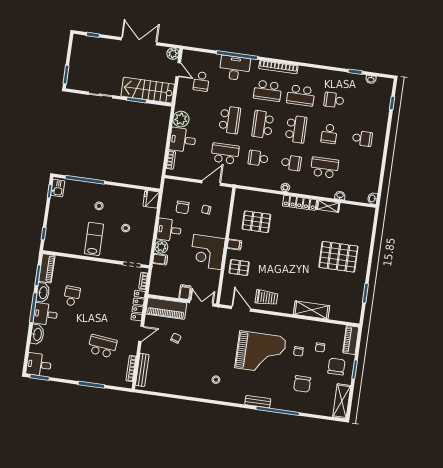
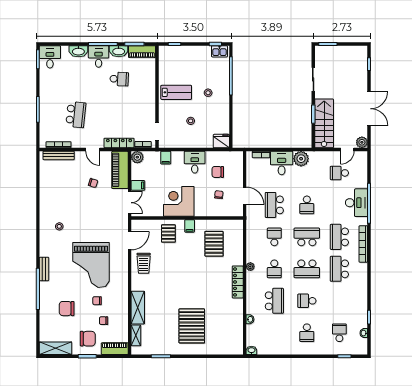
school desk: (334, 100) -> (339, 333), moved
school desk: (230, 120) -> (307, 205), width x0.54
school desk: (225, 154) -> (274, 205), turned 180
shelving: (328, 206) -> (136, 335), moved
plant: (161, 247) -> (137, 157), moved

